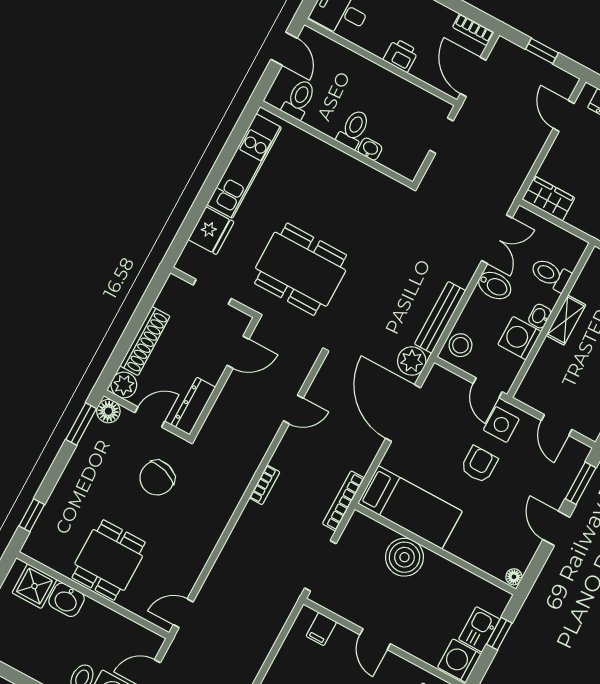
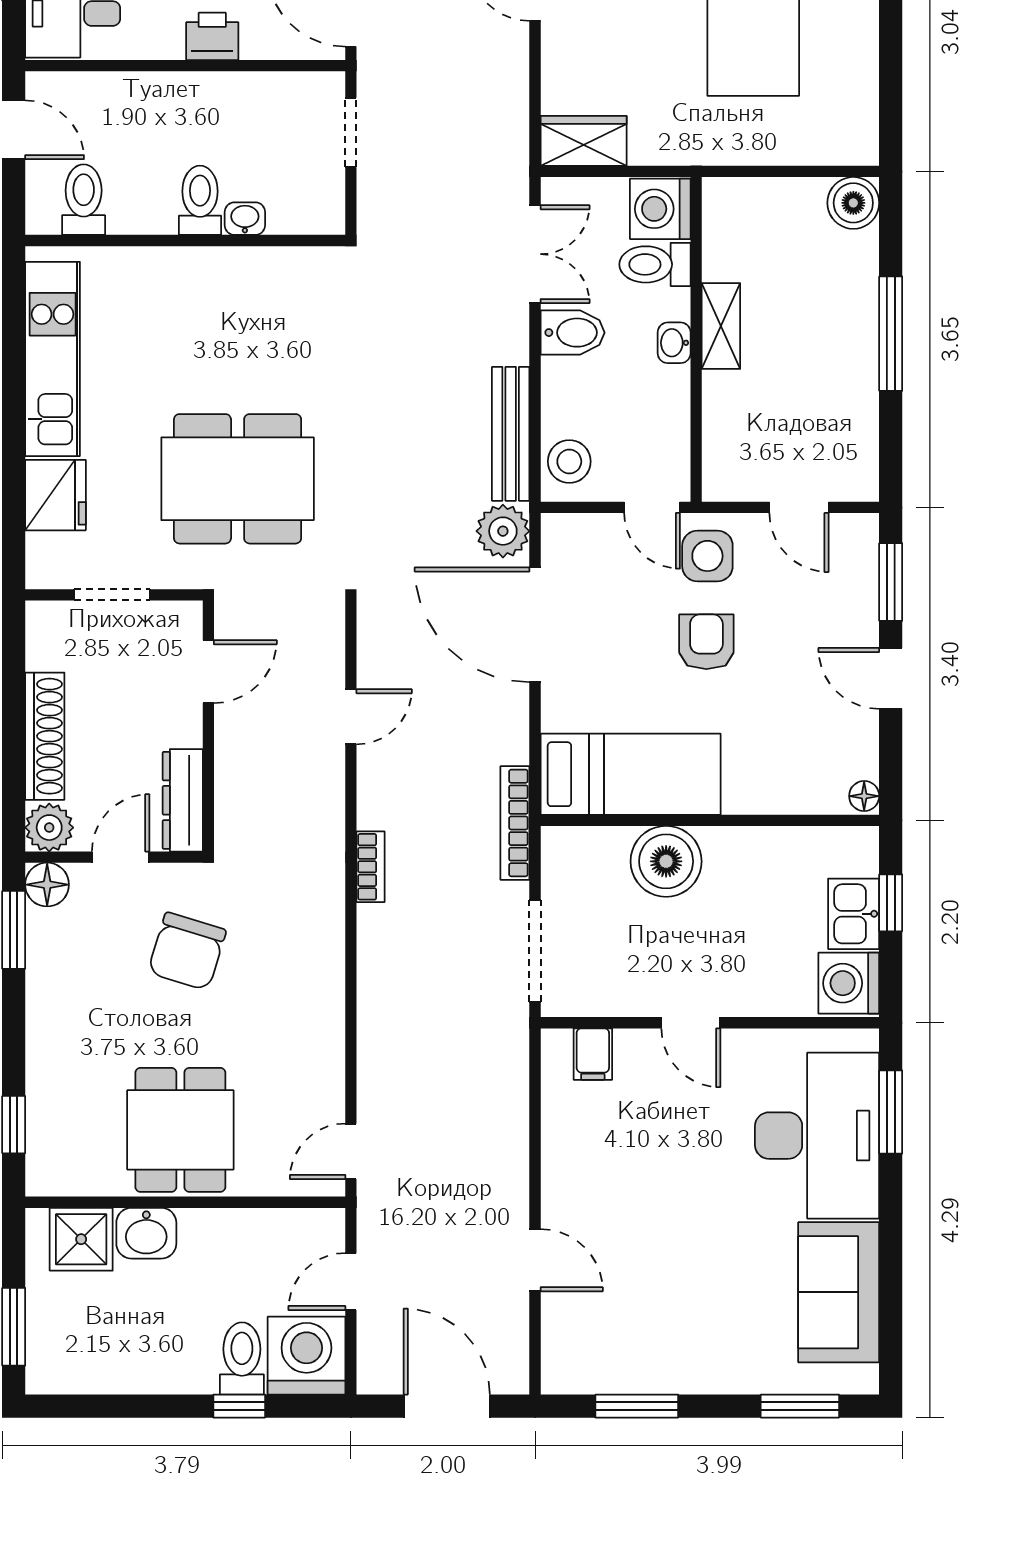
washing machine: (519, 338) -> (660, 209), moved

